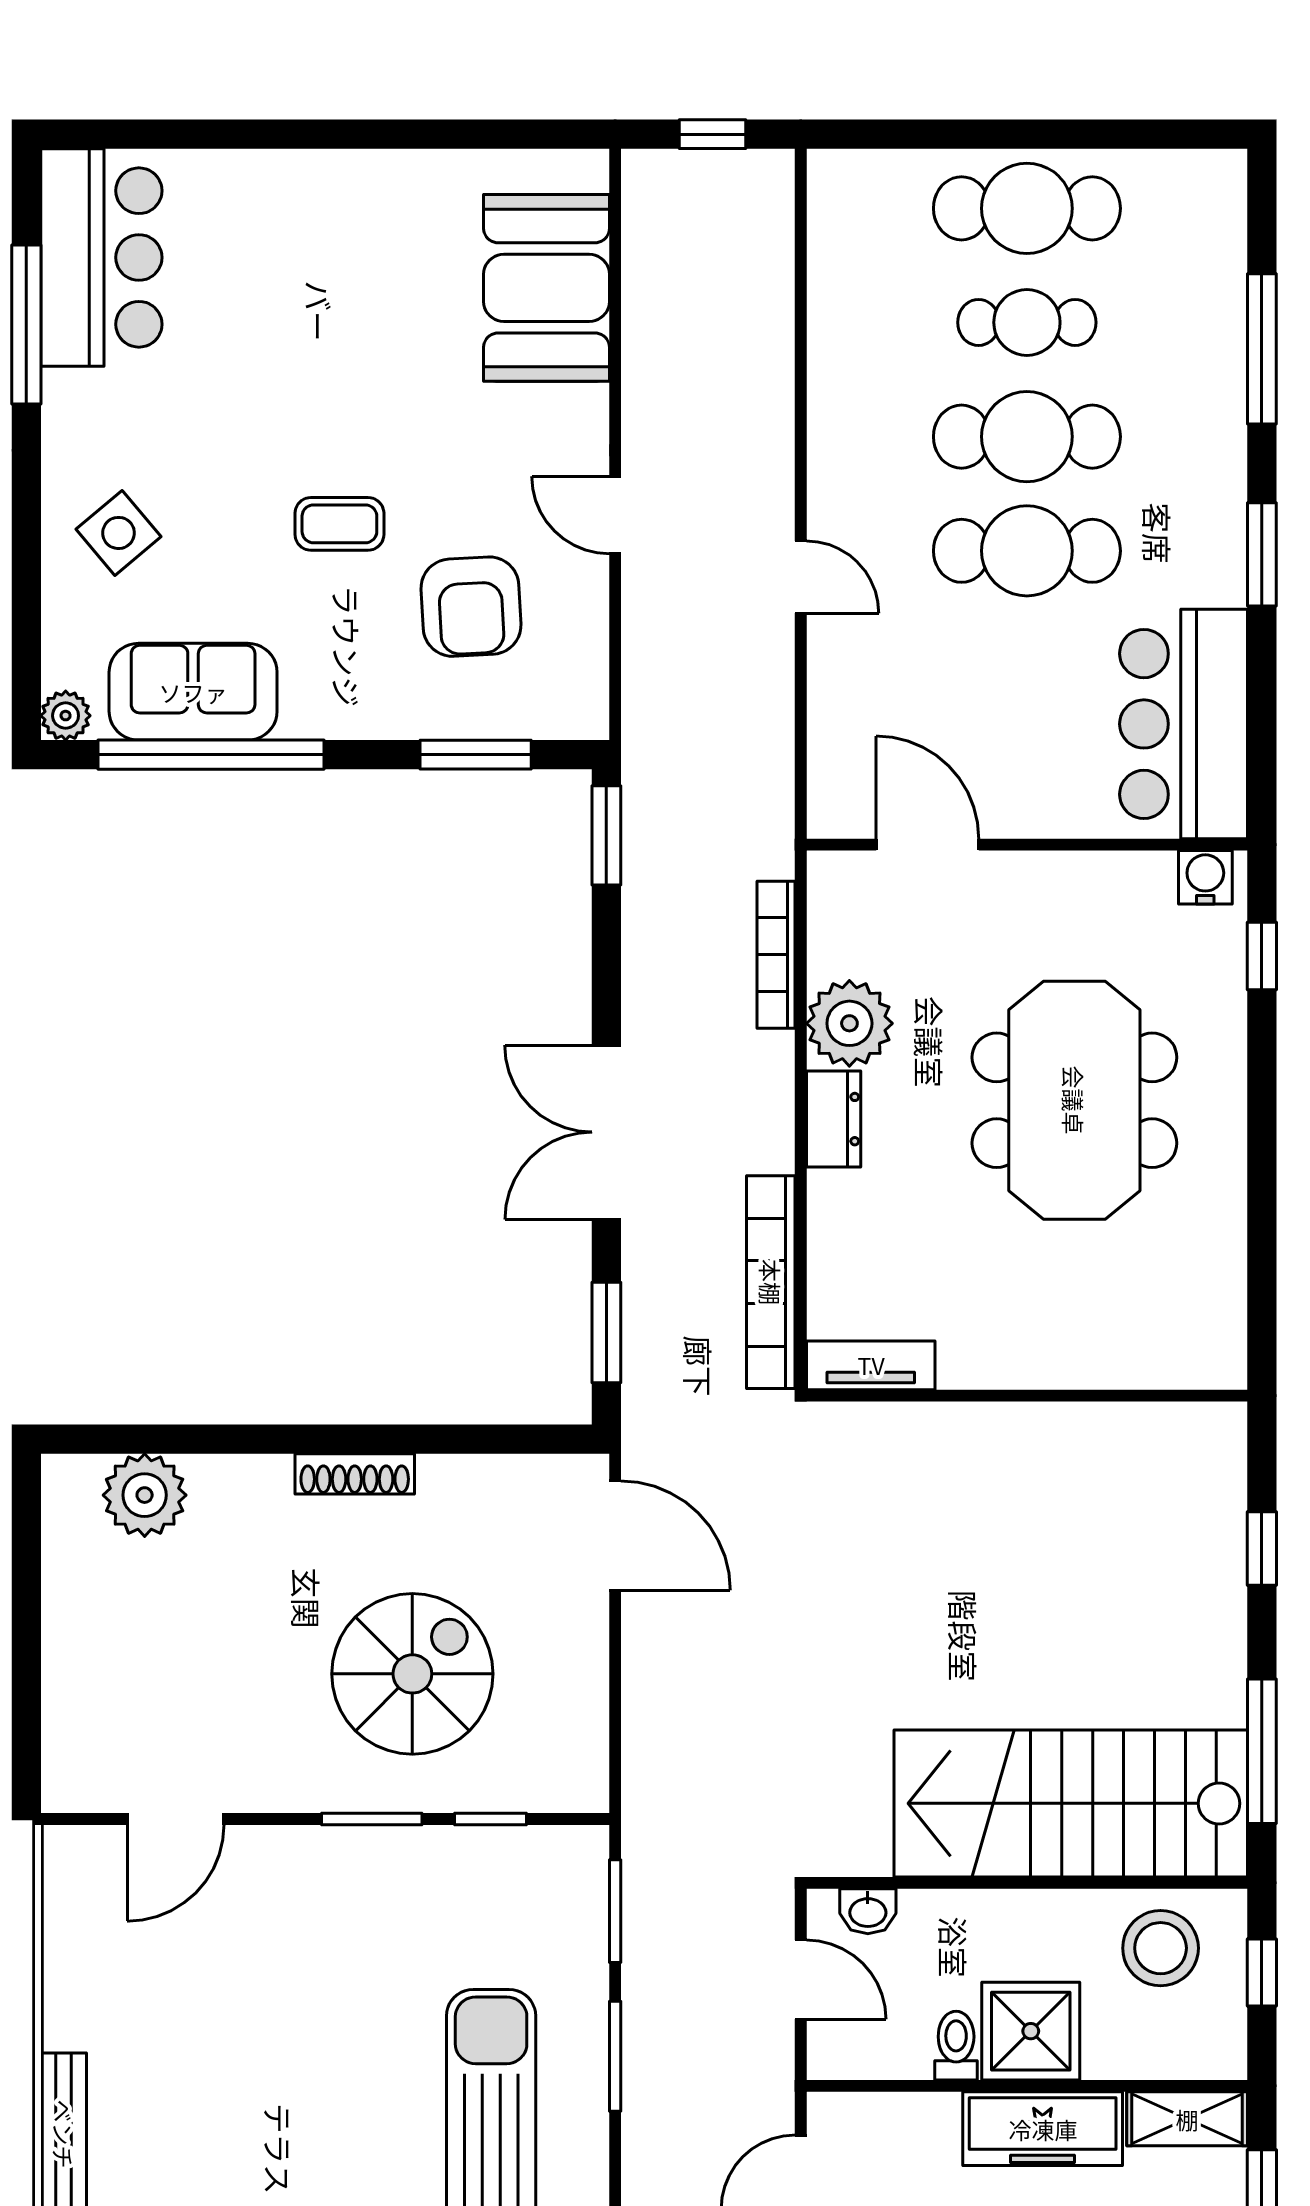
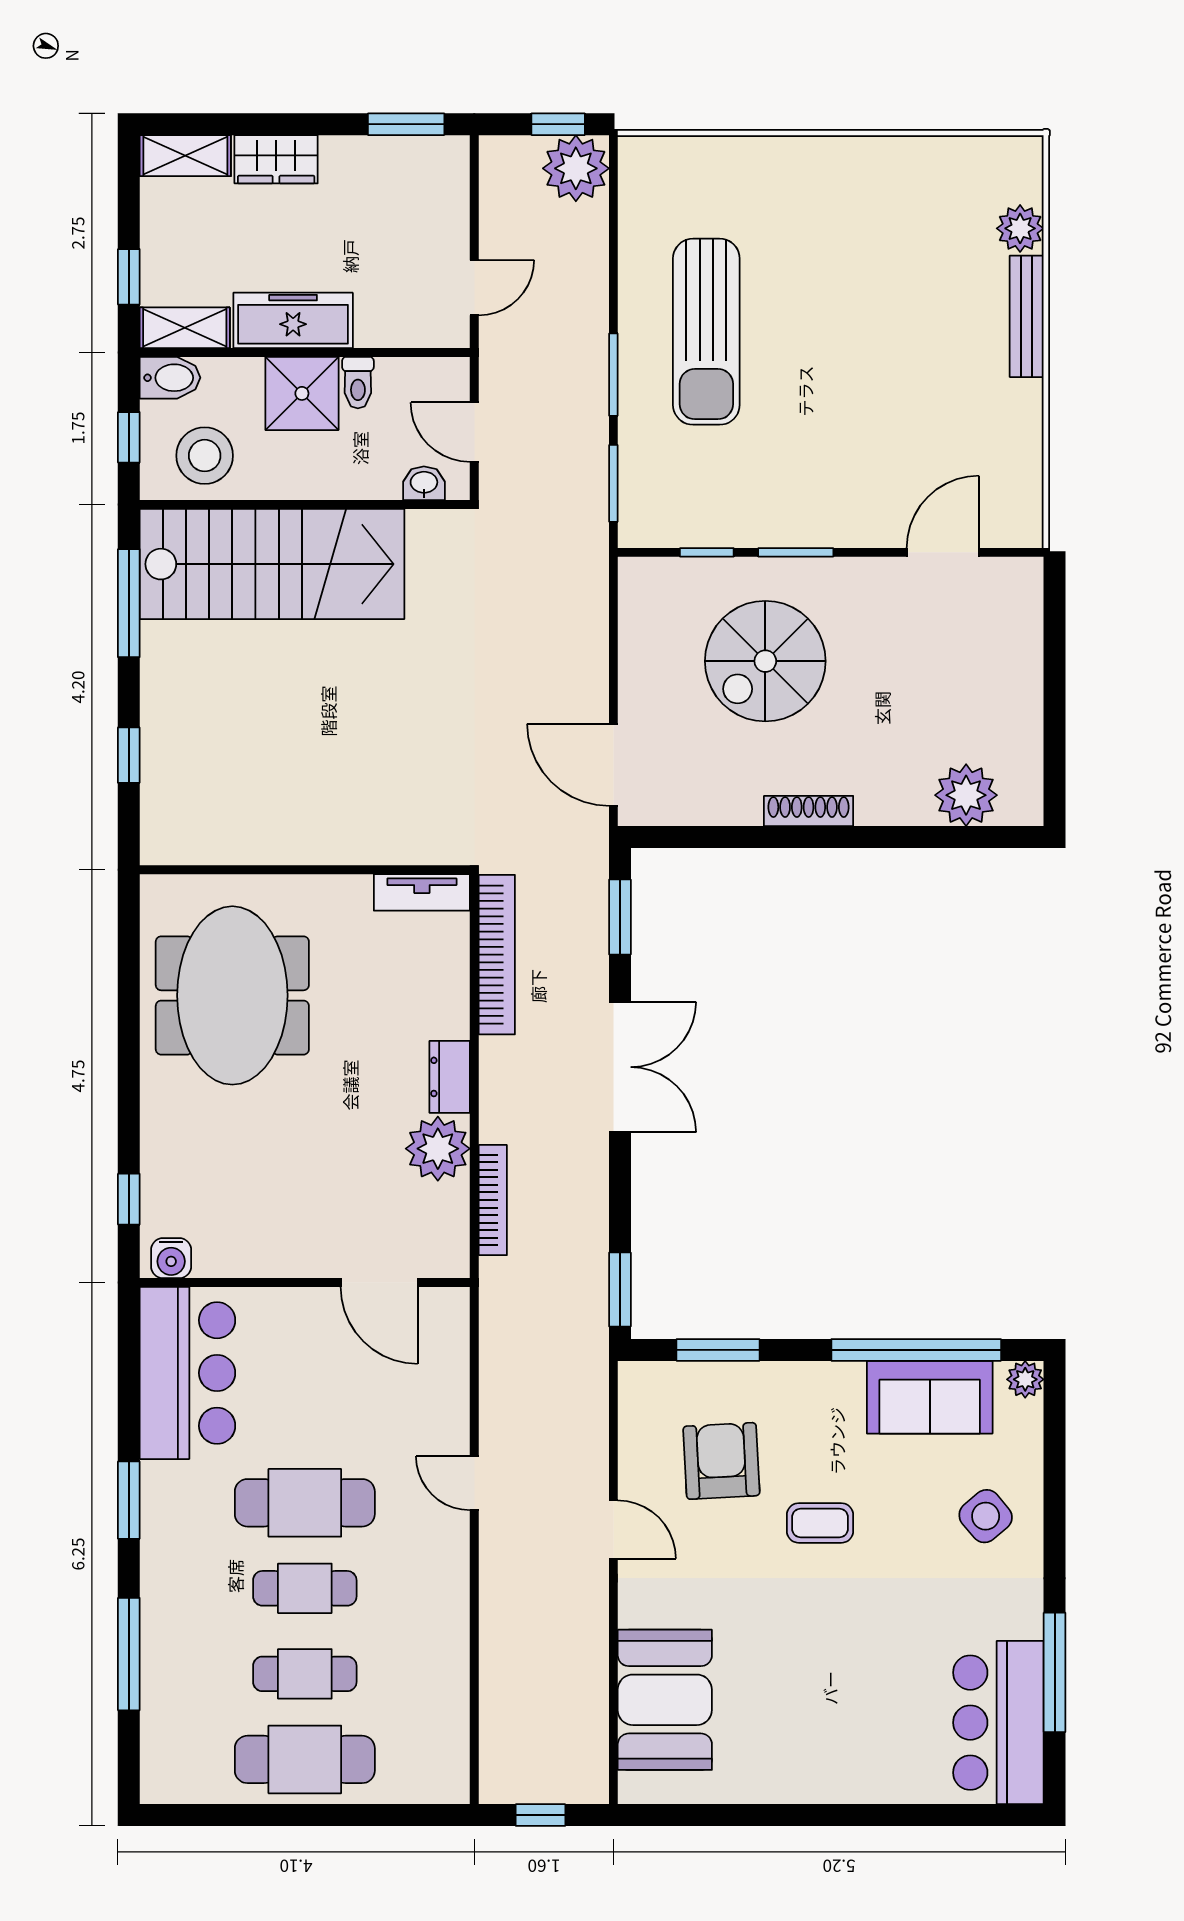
cafe table: (1027, 437) -> (305, 1588), width x0.73, depth x0.74
meeting table: (1074, 1100) -> (232, 995), moved
bidet: (1207, 2052) -> (170, 378), added

